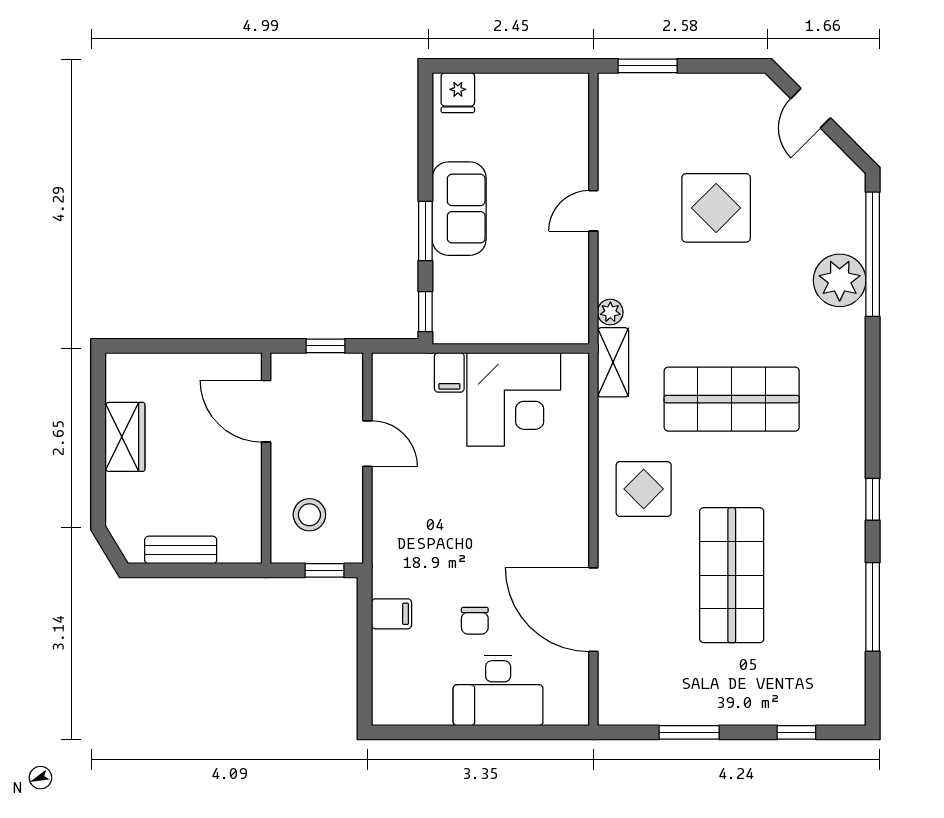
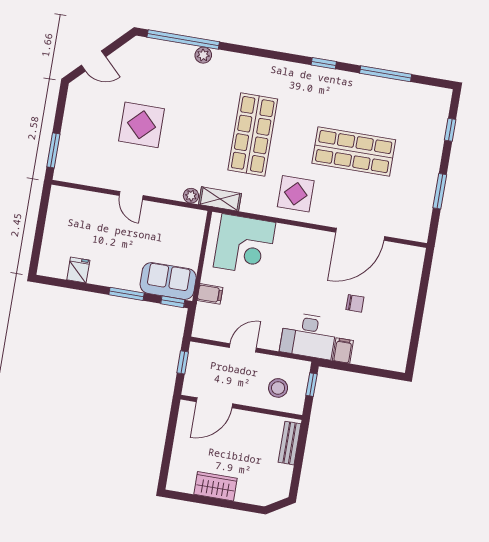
fridge: (458, 93) -> (78, 270), moved, turned -90
sofa: (459, 209) -> (168, 281), moved
plant: (840, 280) -> (203, 55), width x0.53, depth x0.53
corner desk: (514, 399) -> (245, 245), moved, turned 90
bench: (181, 550) -> (290, 443), moved
desk: (498, 690) -> (308, 336), moved, turned 90

